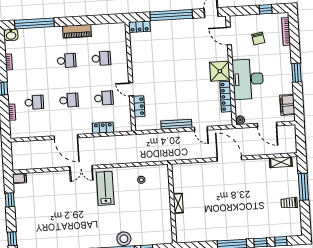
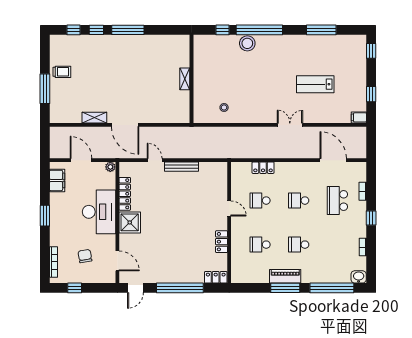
window: (76, 21) -> (285, 288), added
school desk: (34, 102) -> (337, 201), width x1.85
locker: (139, 106) -> (222, 242), moved
door: (66, 137) -> (333, 160), moved
shelving: (281, 162) -> (94, 118), moved
lab bench: (105, 188) -> (315, 84), moved, turned 90

